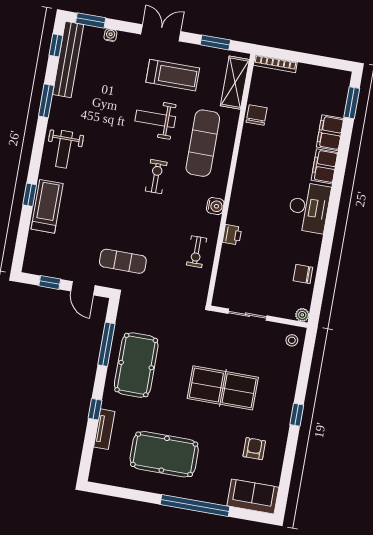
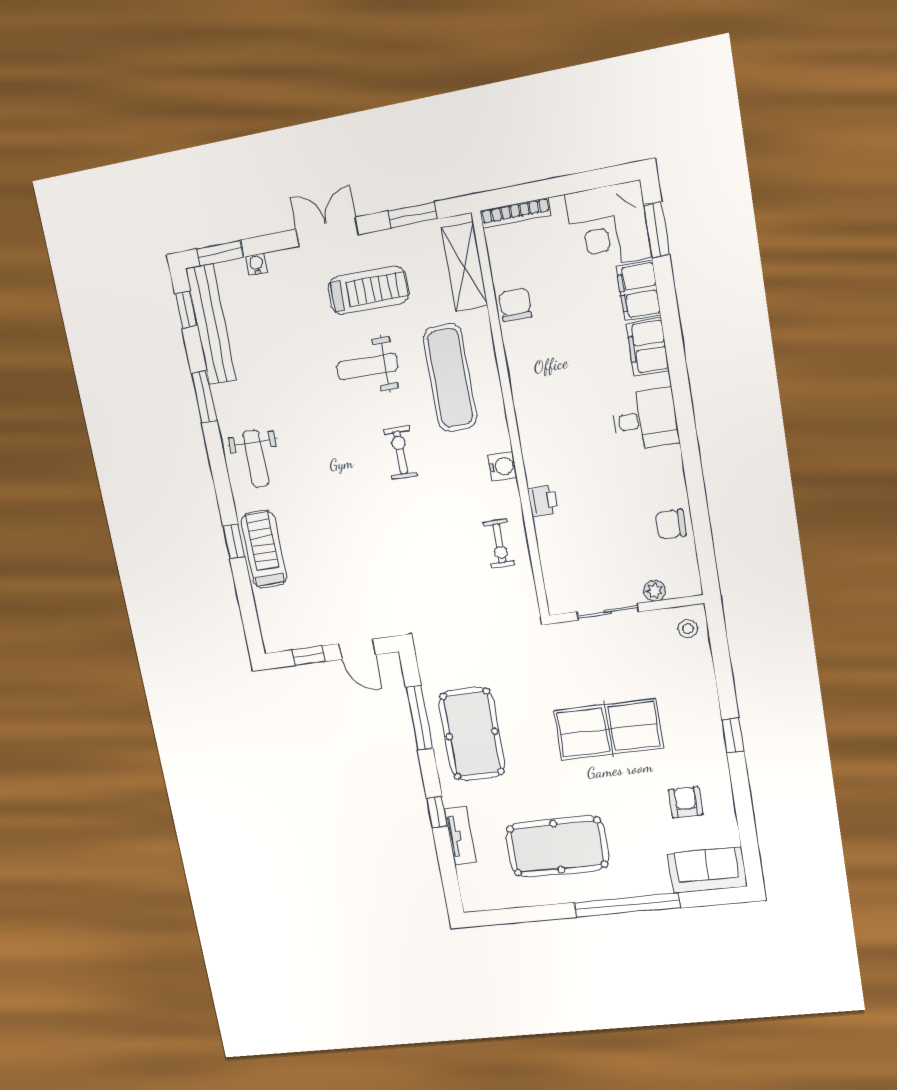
corner desk: (325, 90) -> (608, 226), added
desk: (309, 207) -> (645, 419), width x0.73
exercise mat: (123, 261) -> (399, 593), removed
plant: (302, 315) -> (655, 591), moved

